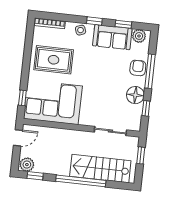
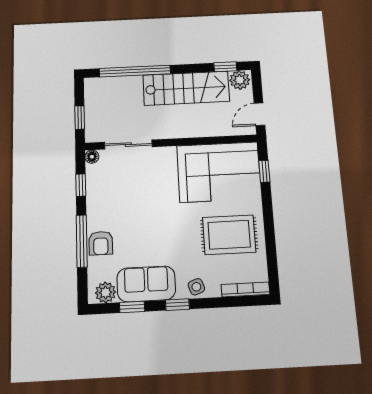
floor lamp: (135, 95) -> (92, 157), moved, width x0.53, depth x0.53
stairs: (100, 169) -> (186, 88), moved
window: (81, 181) -> (135, 71), moved

